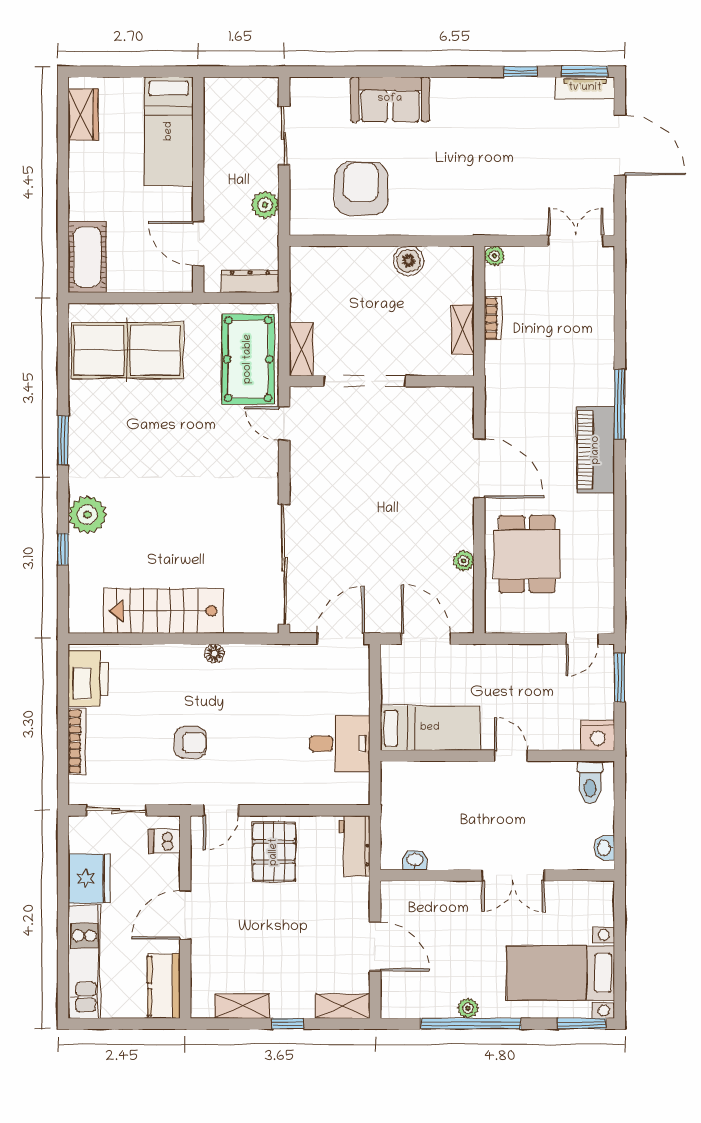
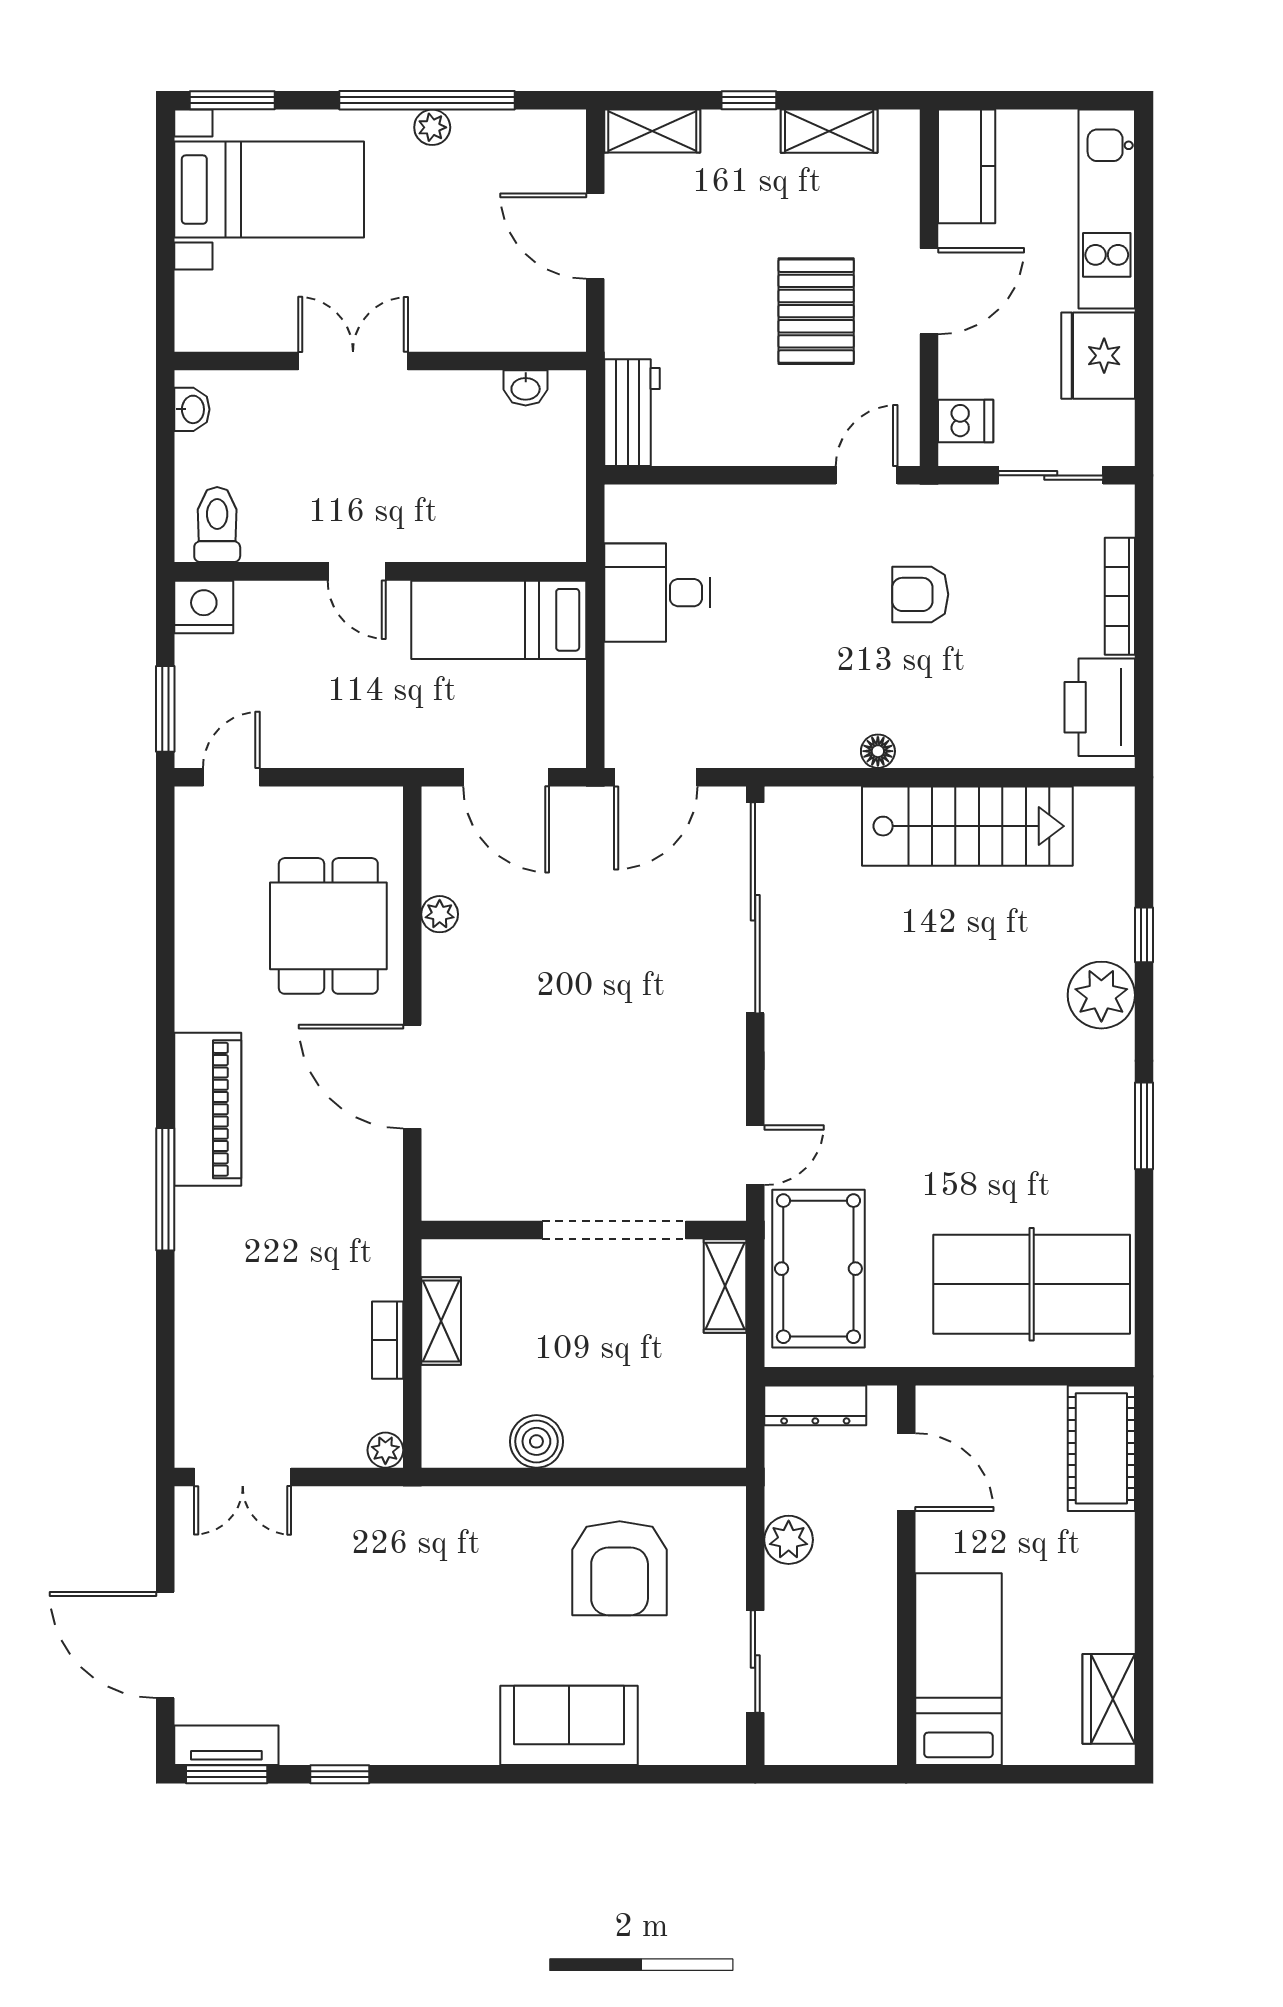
door: (284, 424) -> (755, 1155), hinge flipped
pallet: (274, 852) -> (816, 311), moved

